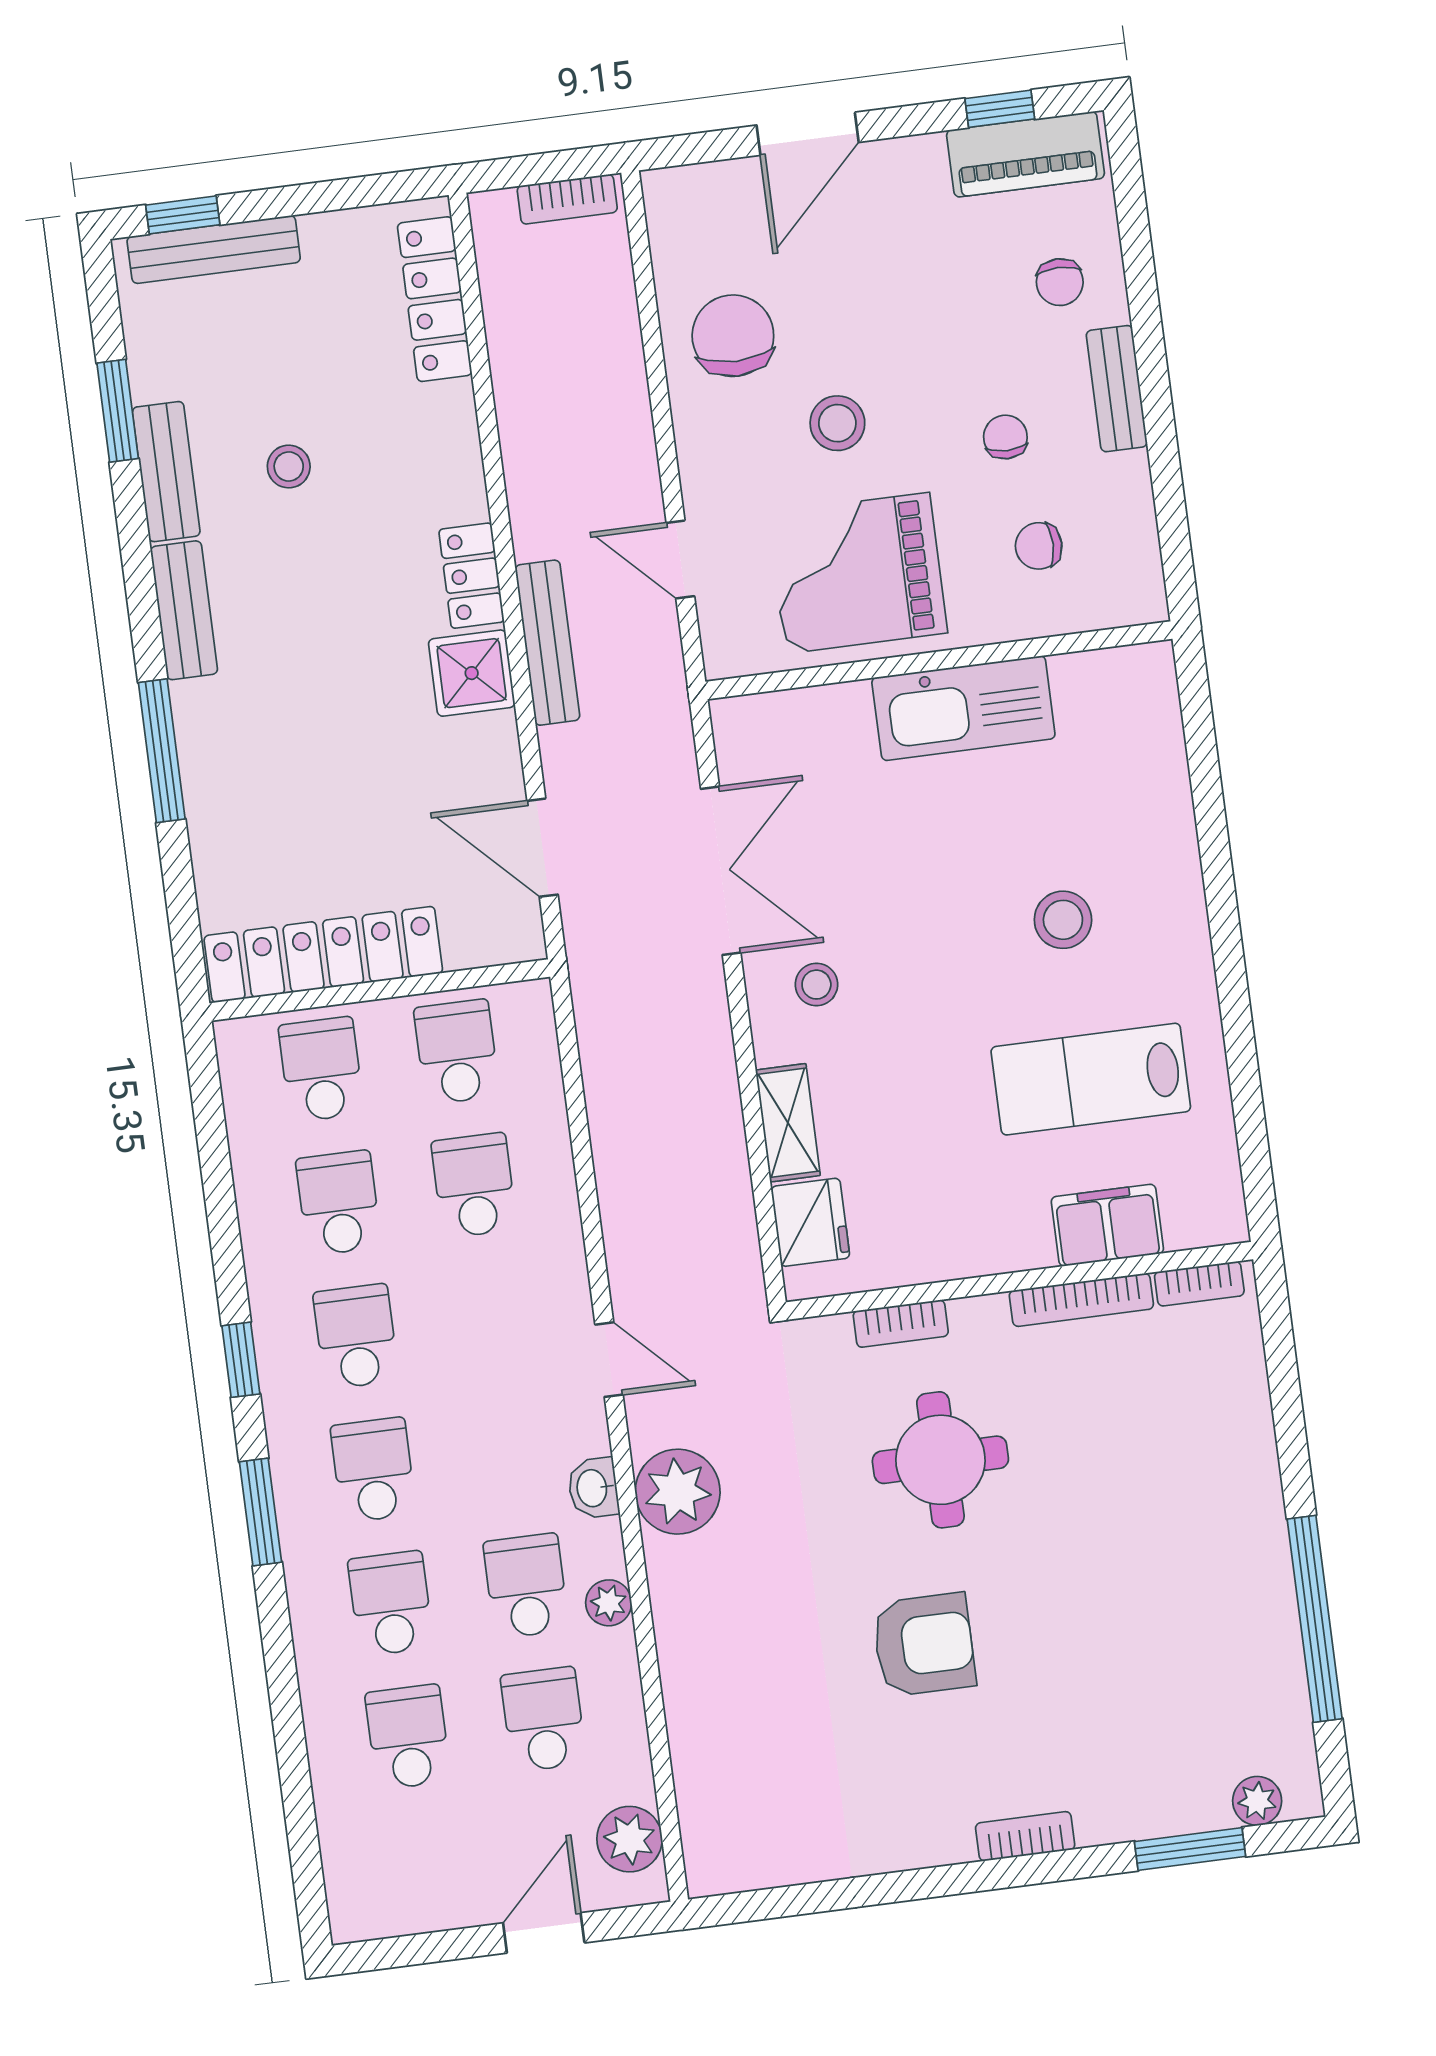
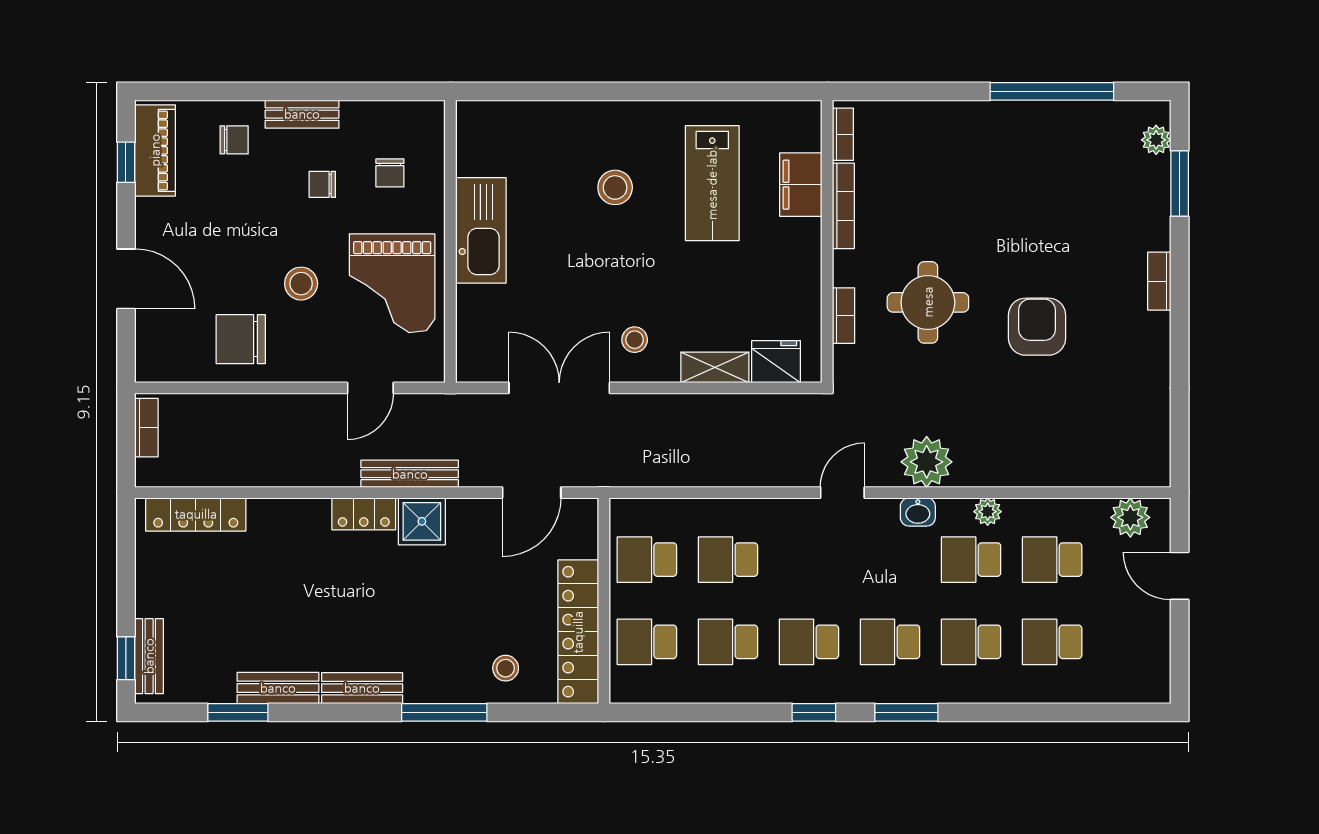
bench: (214, 249) -> (149, 656), width x0.73
stool: (289, 467) -> (506, 668), moved

